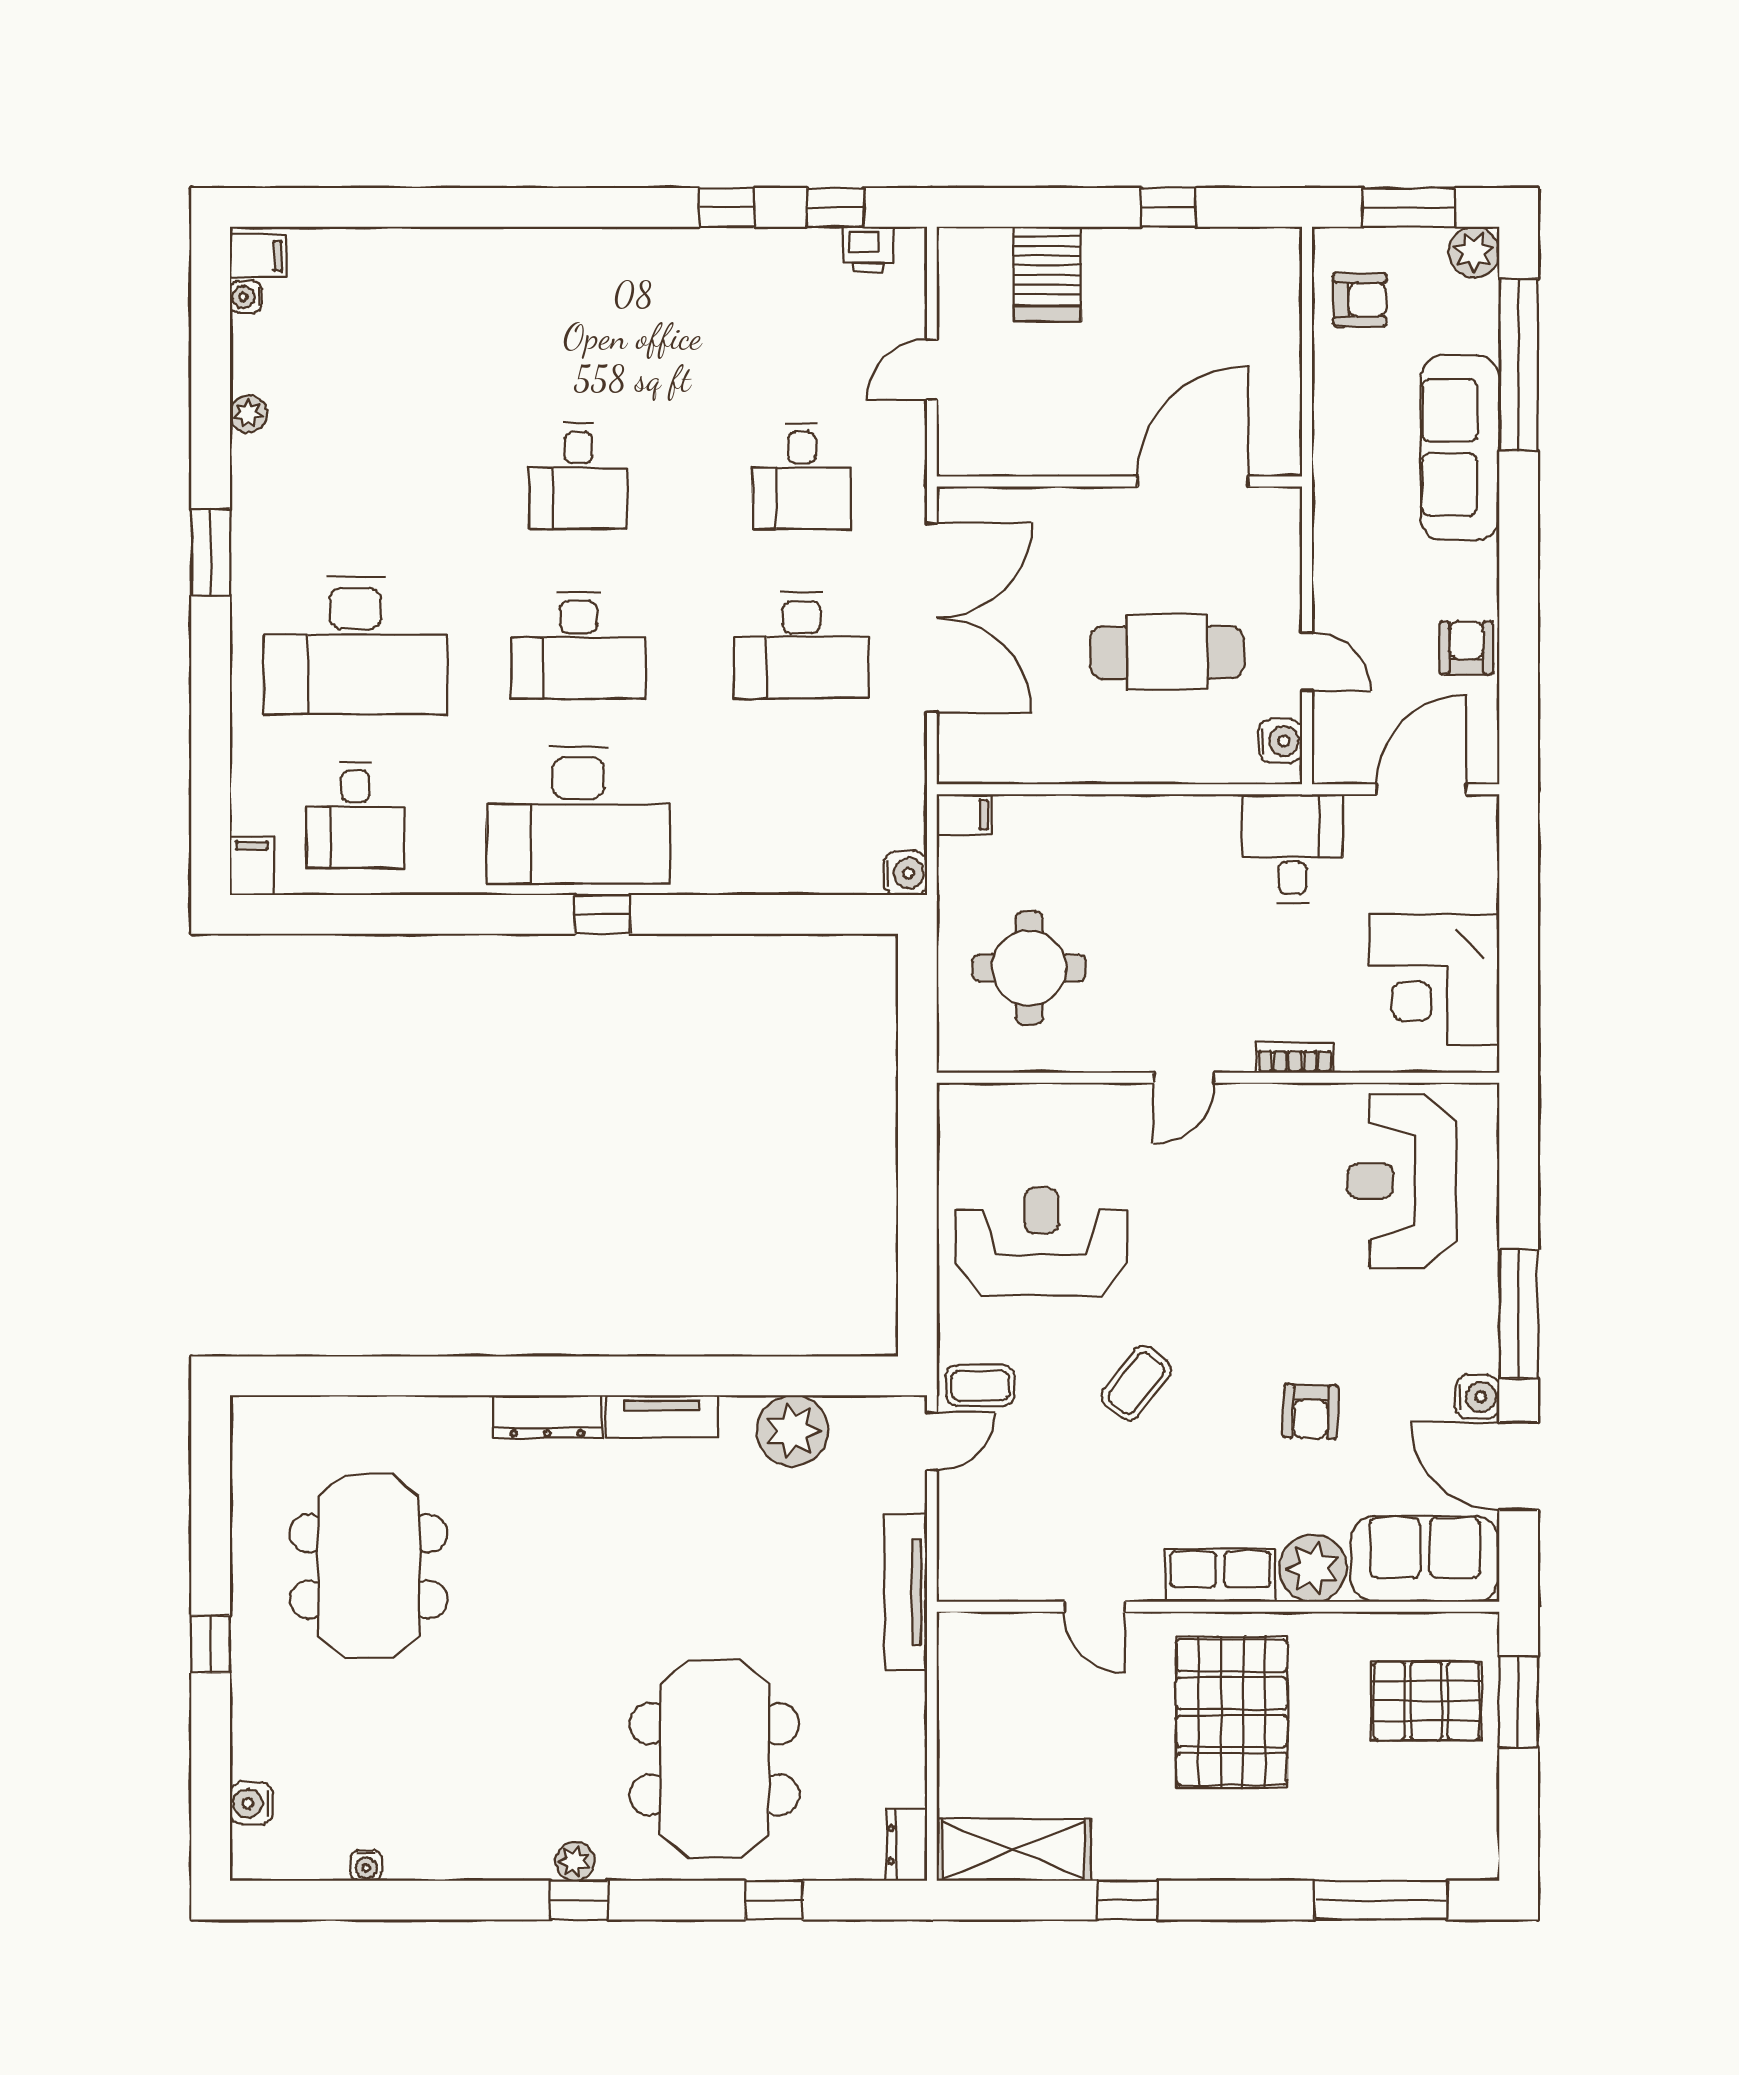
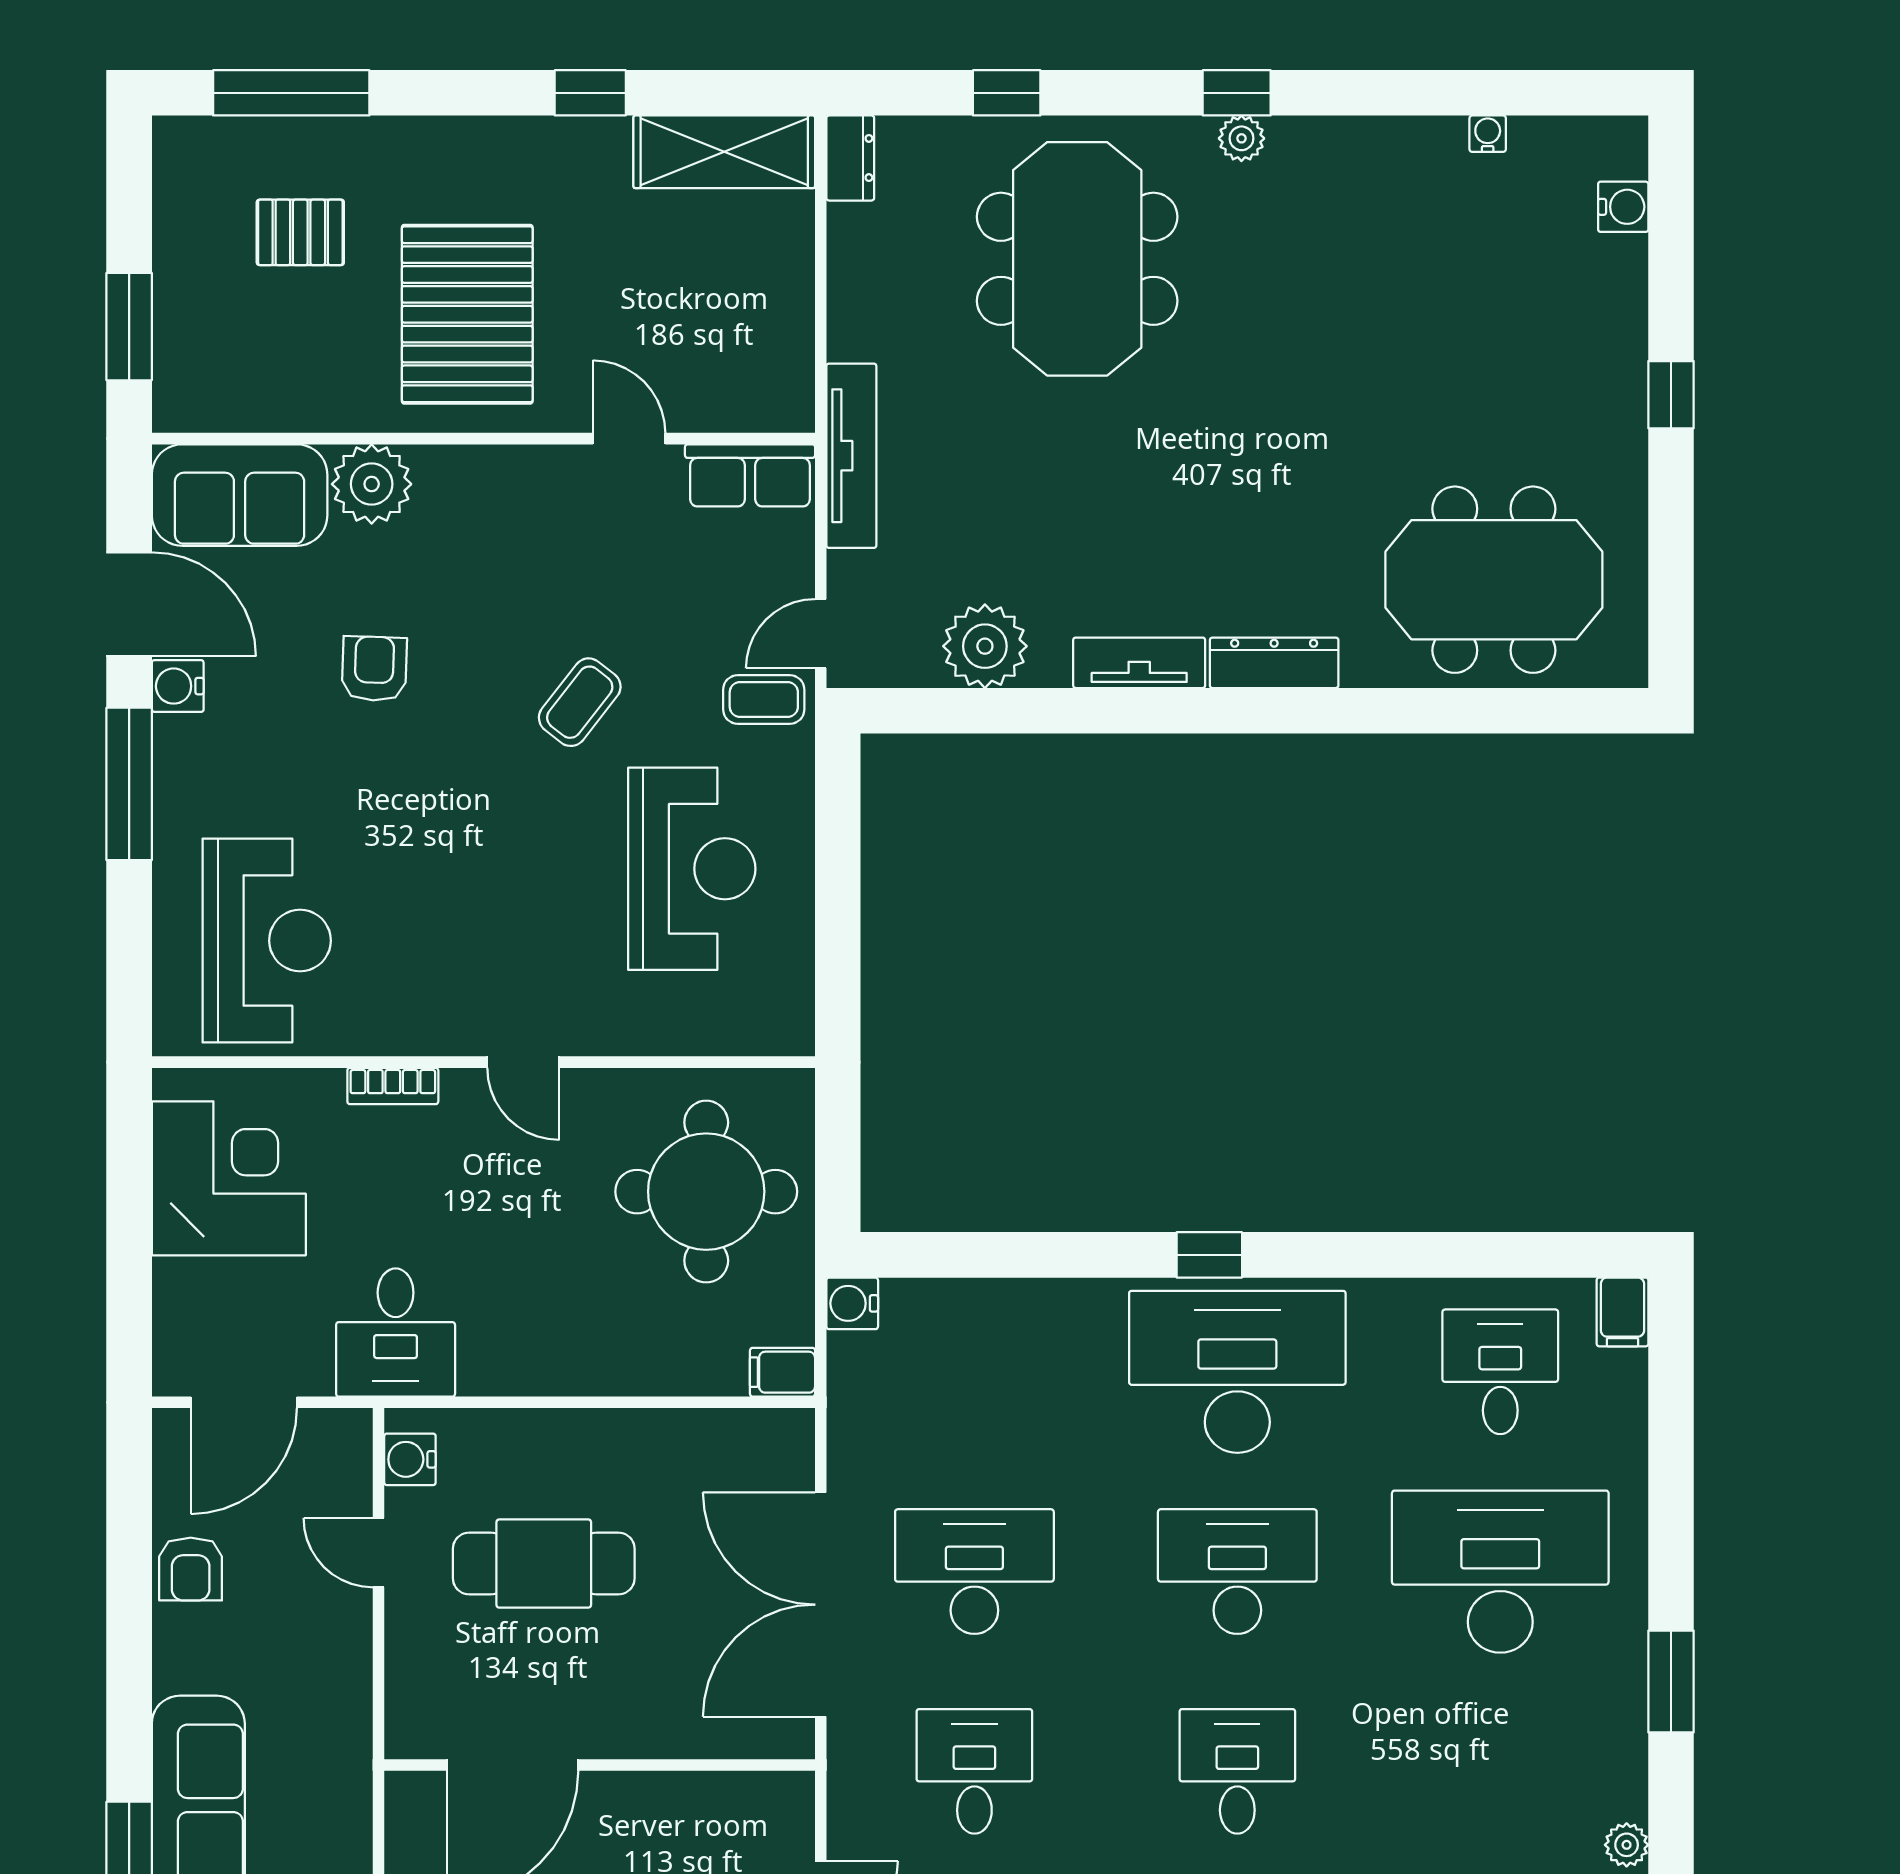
round table: (1029, 968) -> (706, 1192), width x1.36, depth x1.36
door: (1184, 1078) -> (523, 1062), swing flipped
reception desk: (1041, 1242) -> (692, 869), turned -90
meeting table: (369, 1566) -> (1494, 580), moved, turned 90
row of seats: (1220, 1576) -> (750, 475), moved
pallet: (1426, 1701) -> (300, 232), moved, width x0.67, depth x0.71

